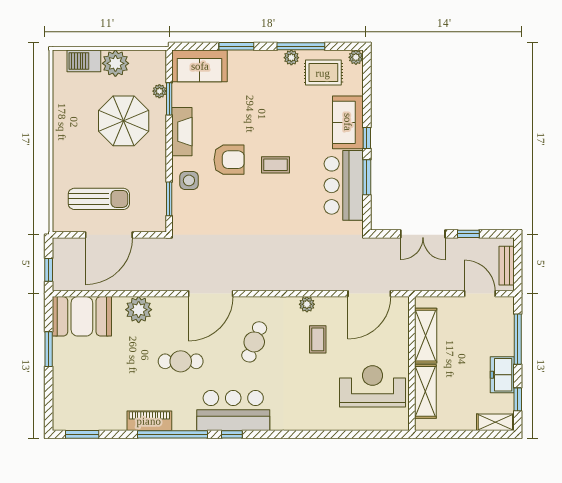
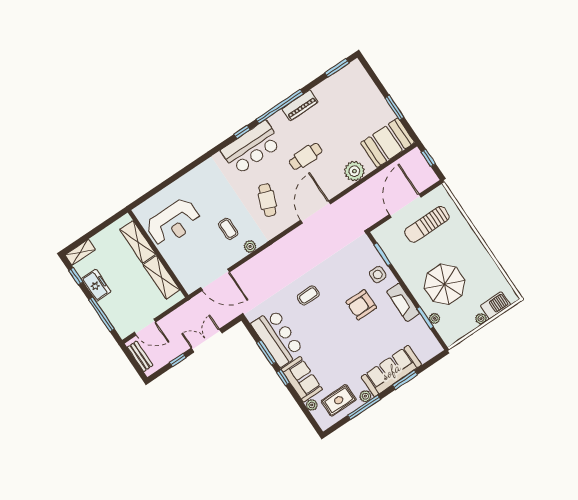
plant: (356, 57) -> (312, 405), moved
plant: (115, 63) -> (481, 319), width x0.53, depth x0.53
sofa: (200, 66) -> (391, 371), moved, width x1.36
coffee table: (276, 165) -> (308, 295), moved
door: (369, 294) -> (215, 280), swing flipped

